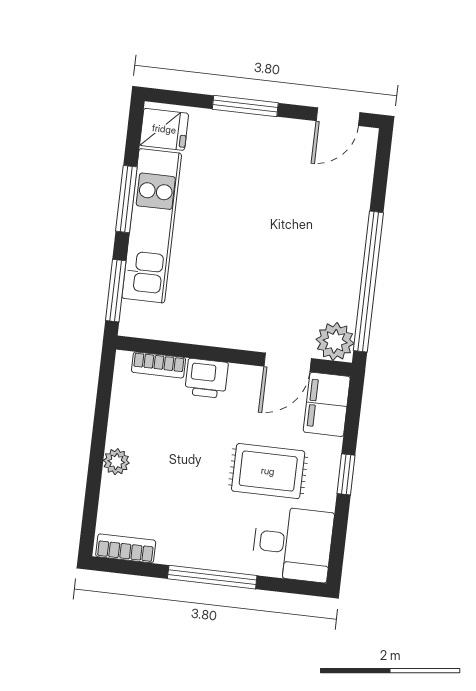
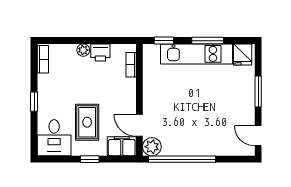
window: (116, 291) -> (164, 41), width x0.67
printer: (206, 378) -> (100, 52), moved, turned -90
window: (212, 577) -> (34, 102), width x0.46

